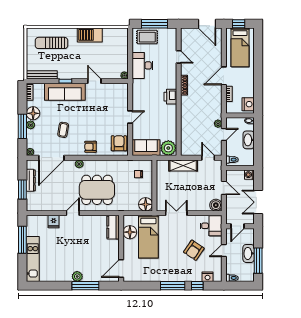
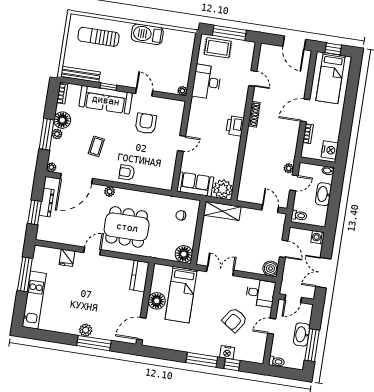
armchair: (119, 143) -> (146, 124), moved
shelving: (183, 165) -> (222, 211), moved
floor lamp: (130, 232) -> (157, 301), moved
nightstand: (208, 277) -> (227, 352), moved

